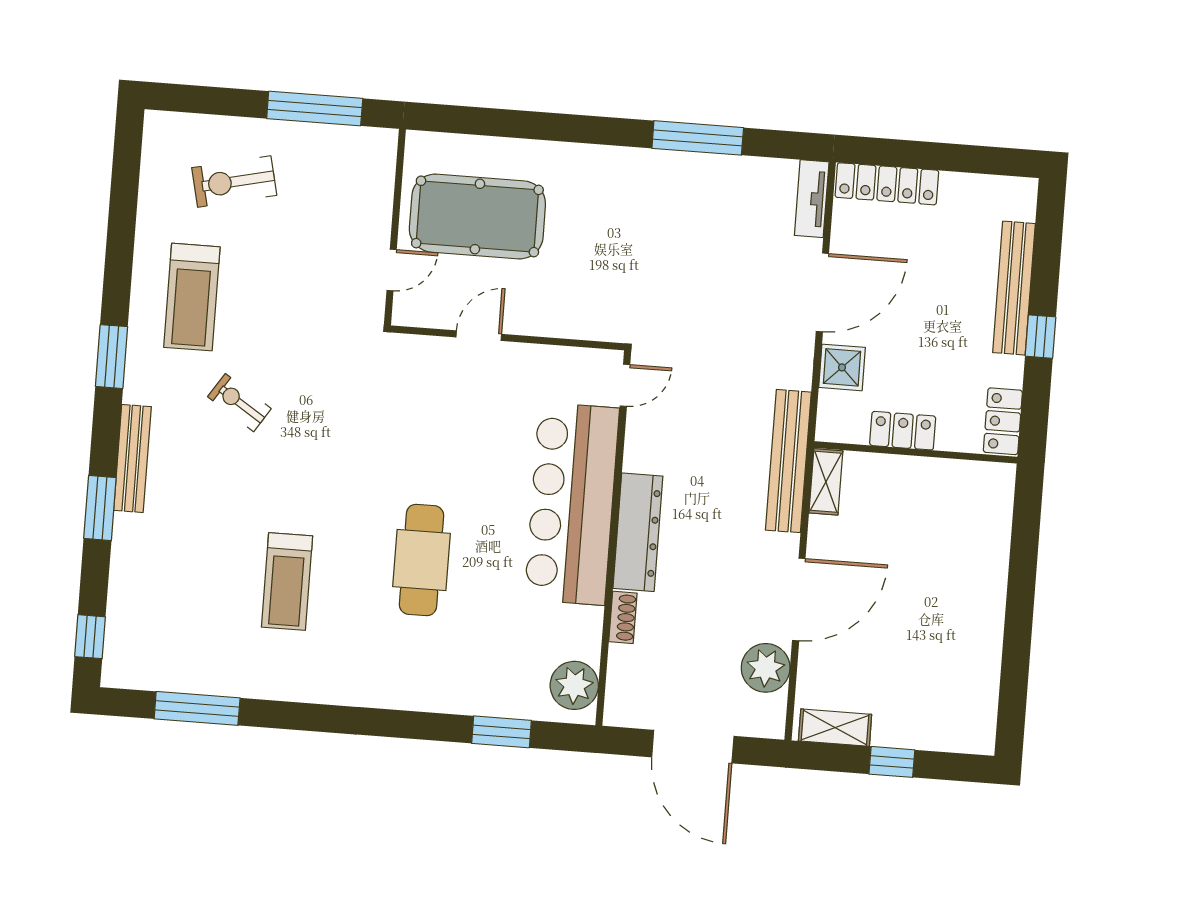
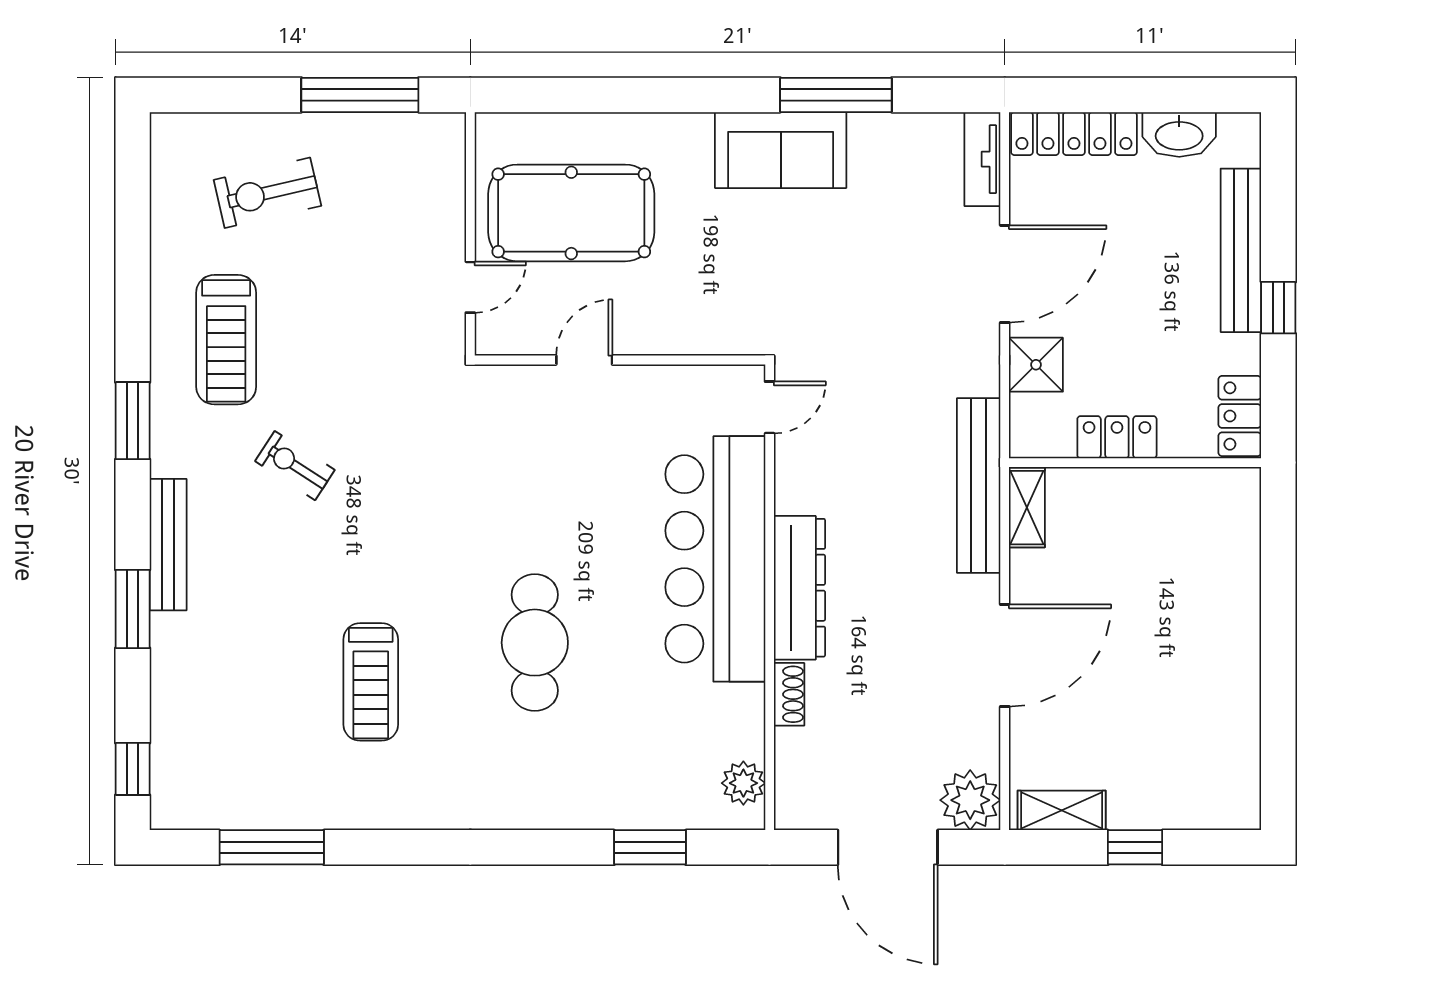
sofa: (650, 179) -> (781, 150), added
washbasin: (971, 191) -> (1179, 135), added
plant: (766, 668) -> (970, 800), moved
plant: (574, 685) -> (743, 783), width x0.73, depth x0.73

